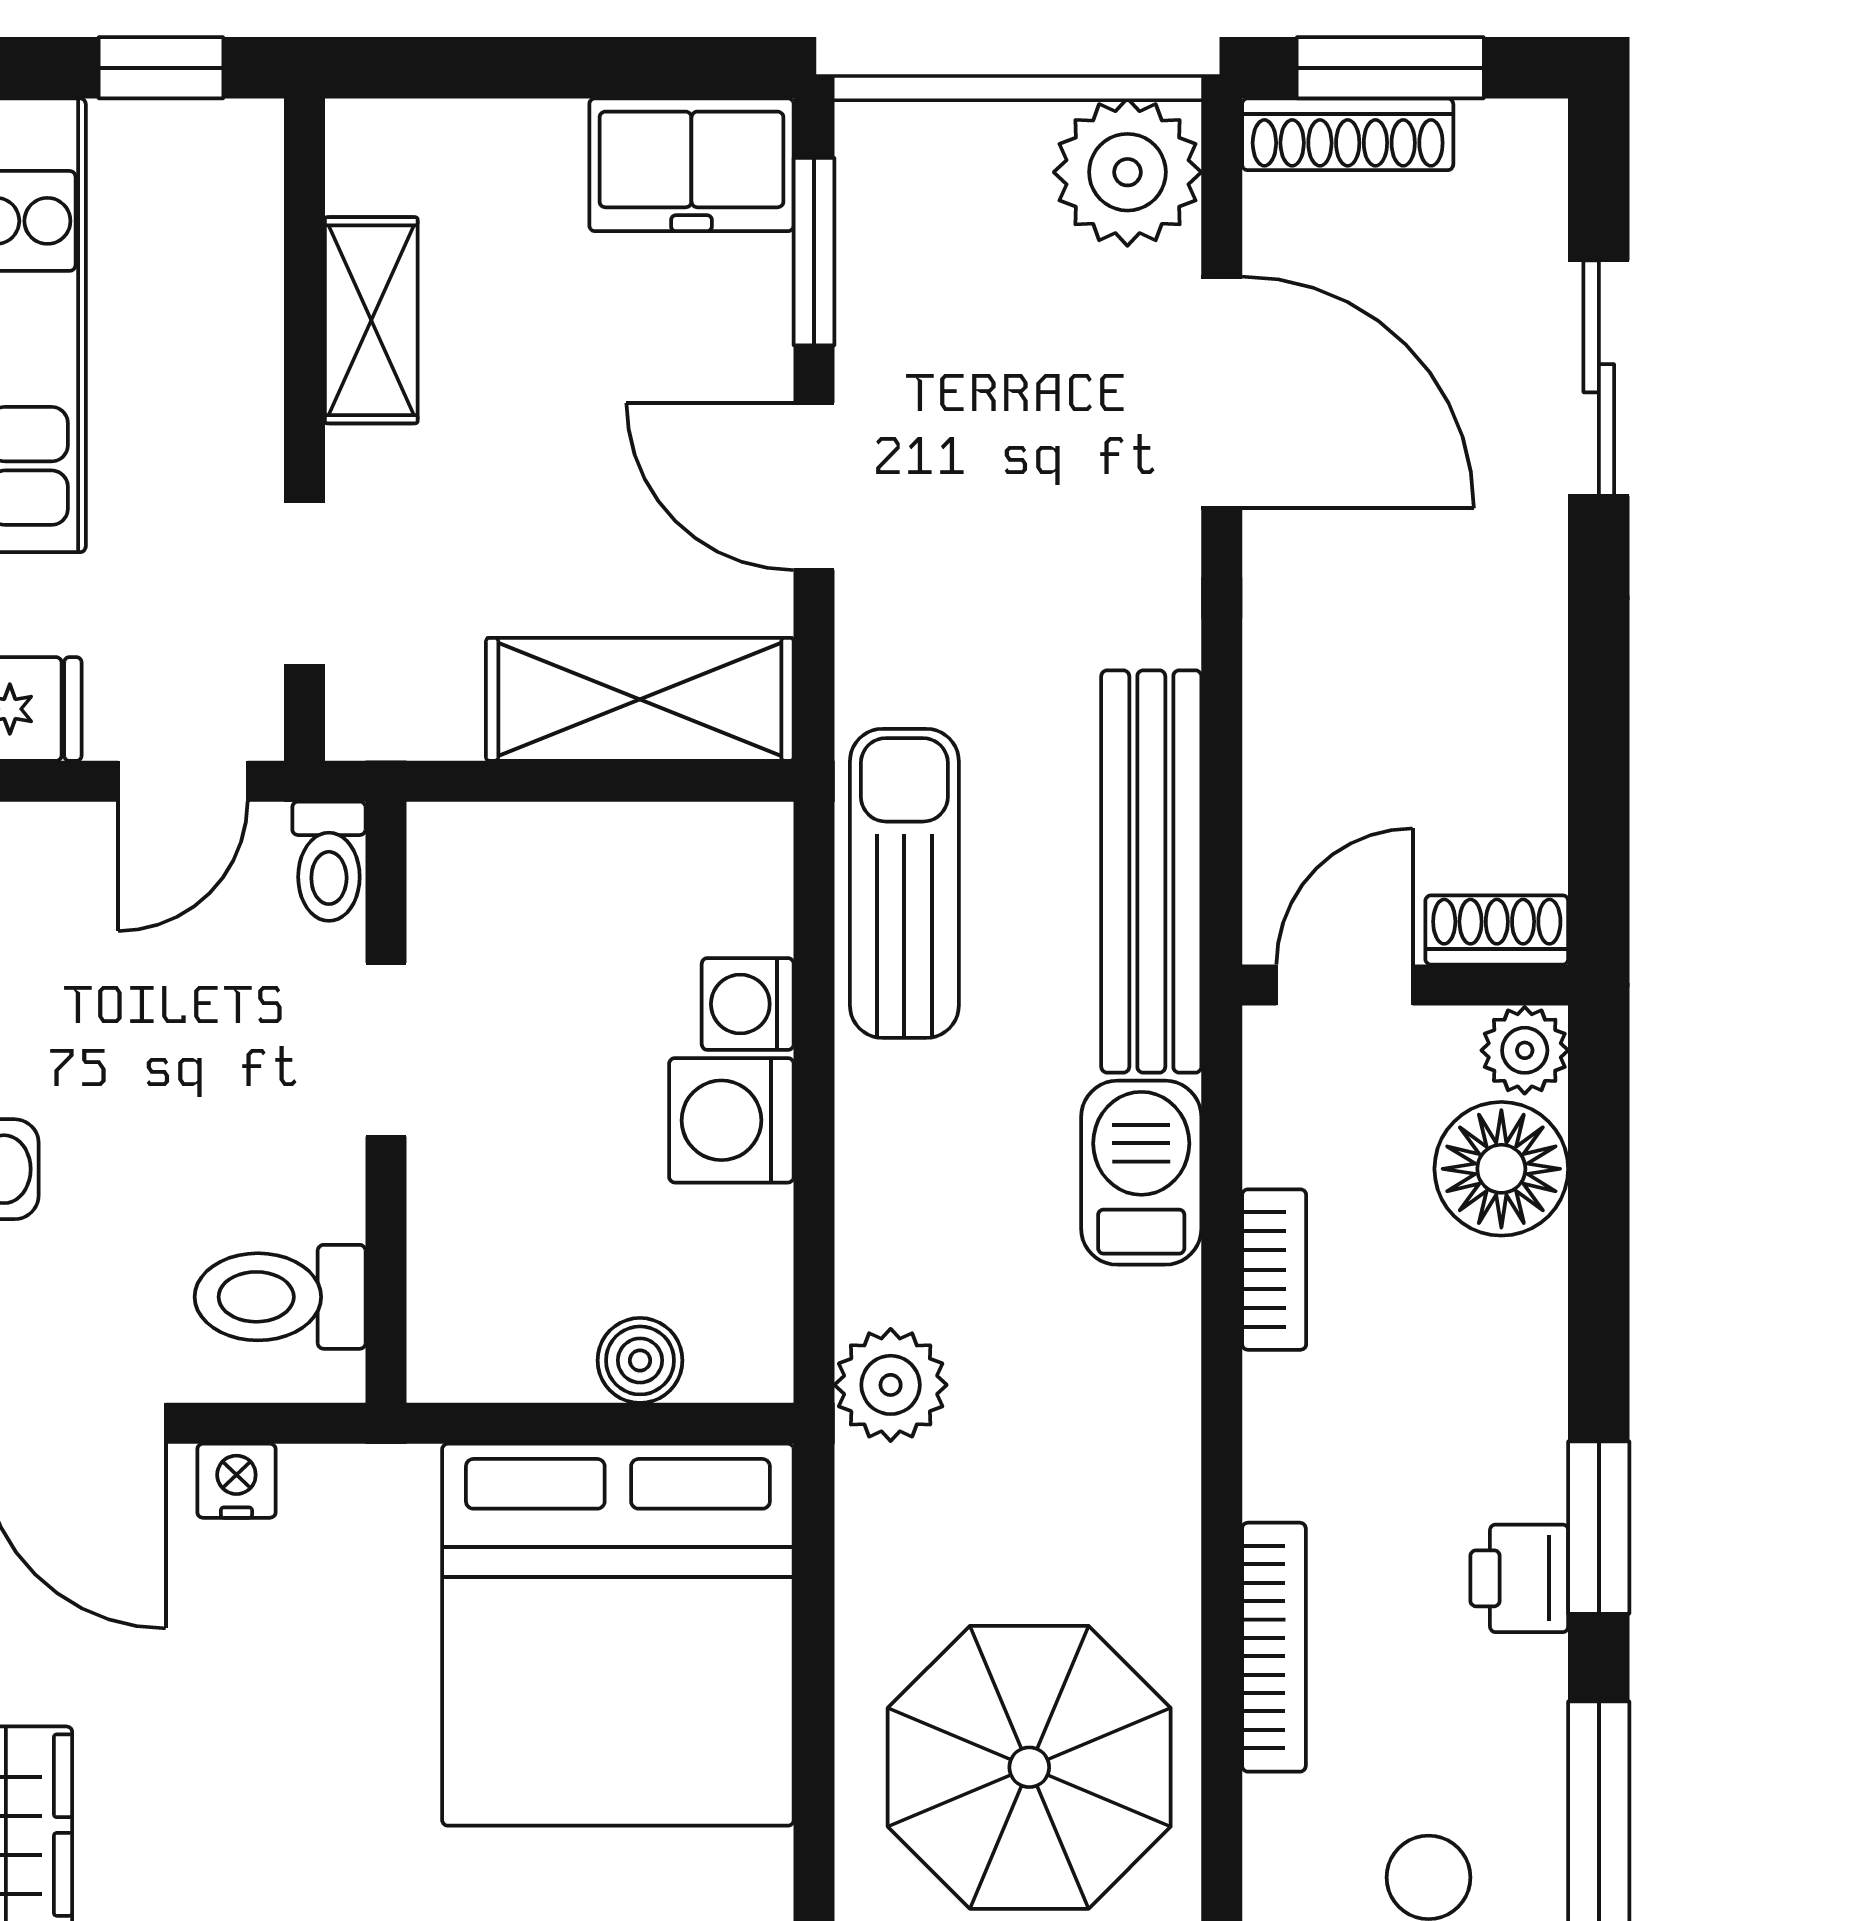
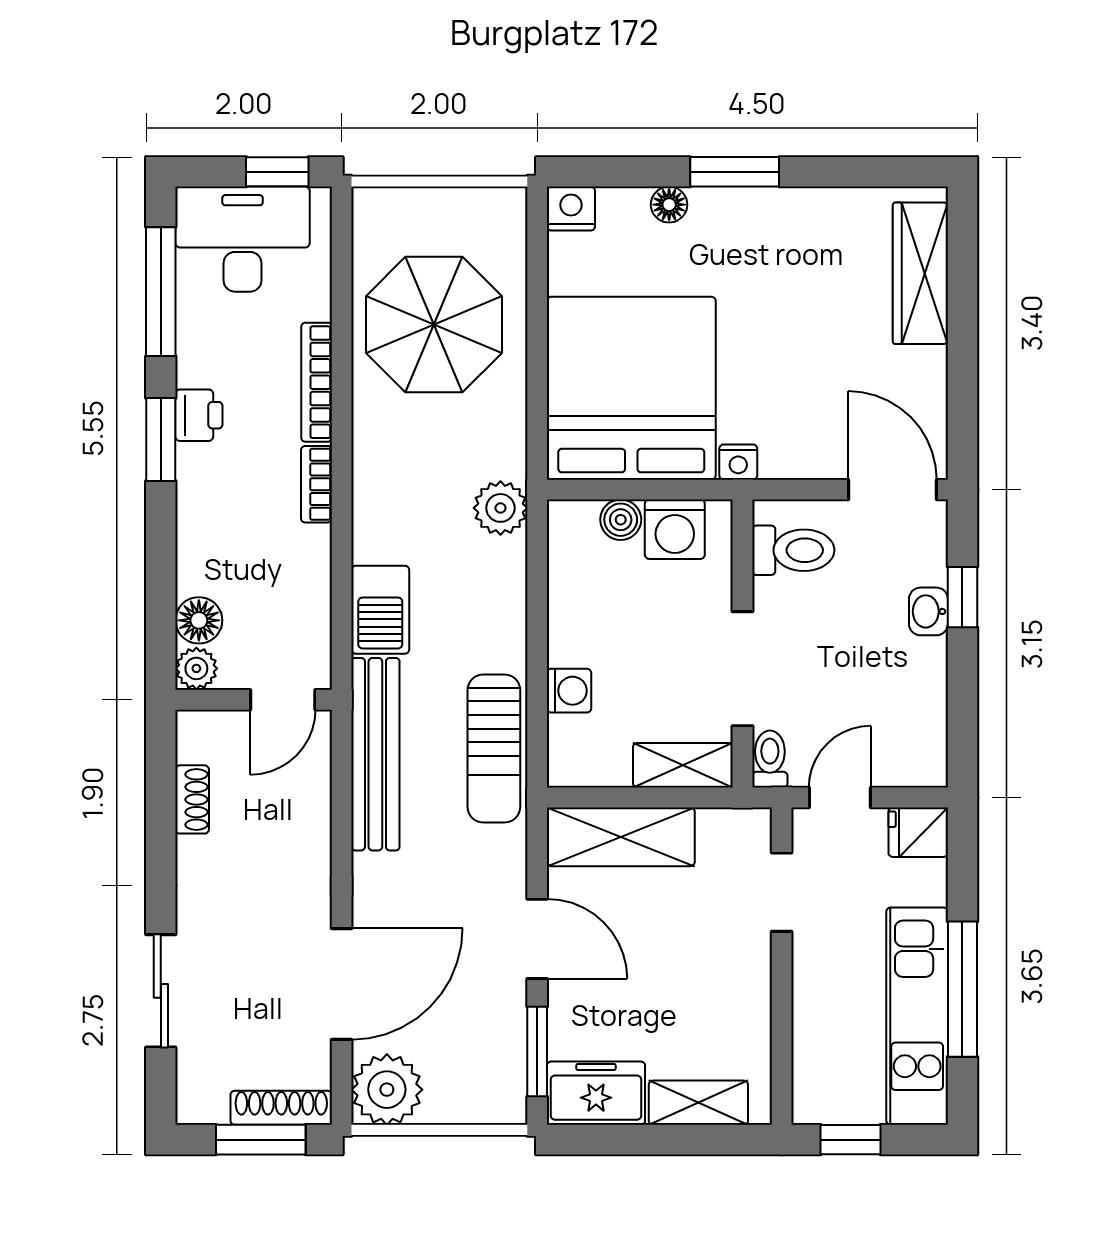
shelving: (371, 320) -> (698, 1103), moved, turned 90
door: (1222, 393) -> (342, 984), swing flipped
shelving: (510, 848) -> (683, 765), added
shoe rack: (1497, 930) -> (192, 799), moved, turned -90
doorway: (386, 1050) -> (743, 669), width x1.38
washing machine: (731, 1120) -> (675, 529), moved, turned 90
floor lamp: (1501, 1169) -> (199, 620), width x0.73, depth x0.73
bookcase: (1274, 1270) -> (317, 484), moved
nightstand: (236, 1481) -> (738, 462), moved

